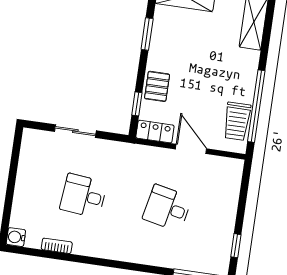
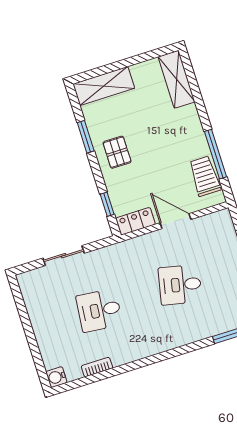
pallet: (157, 86) -> (117, 152), moved
window: (256, 106) -> (215, 154), width x0.68
trolley: (237, 121) -> (205, 176), turned 180

